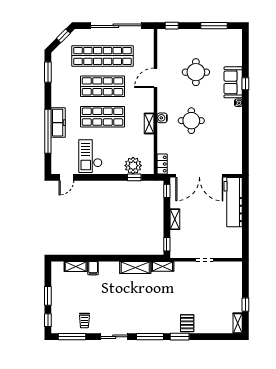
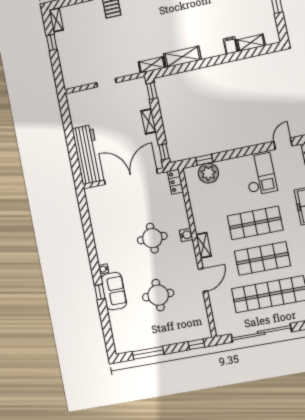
shelving: (149, 123) -> (204, 245), moved

